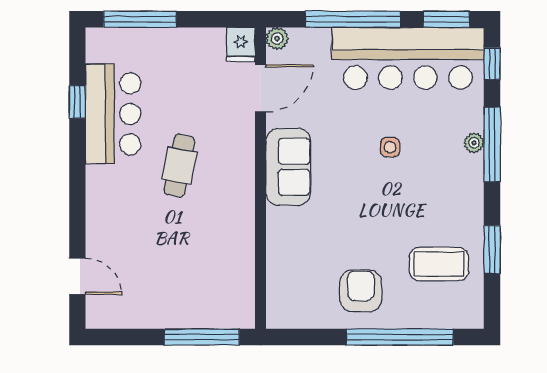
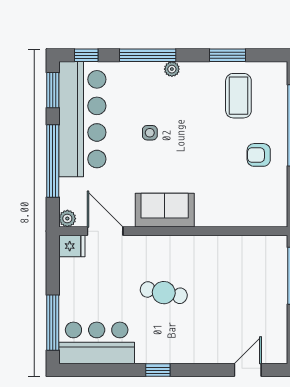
window: (77, 102) -> (158, 370), moved
bar counter: (113, 114) -> (97, 343), moved
plant: (474, 143) -> (172, 69), moved
armchair: (361, 291) -> (259, 155), width x0.72, depth x0.72

